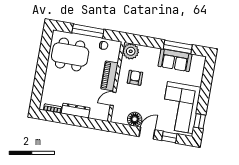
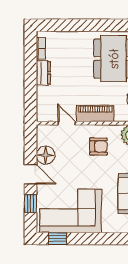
dresser: (76, 111) -> (43, 73), width x0.70

